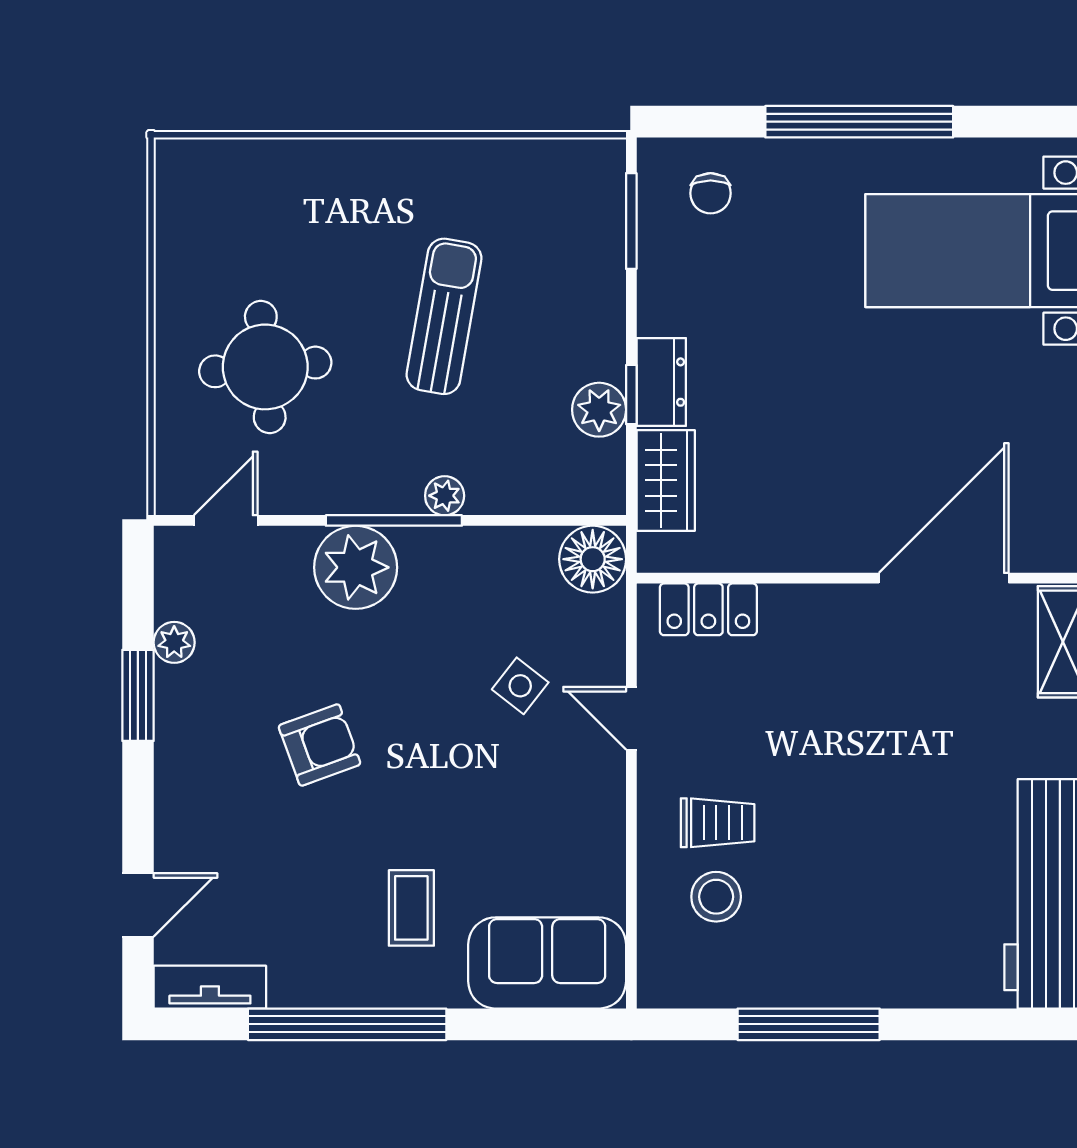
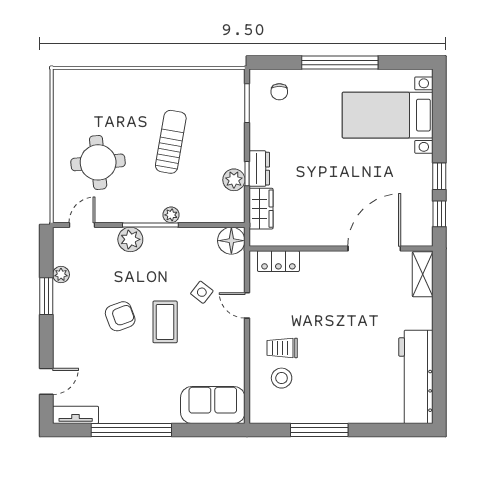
plant: (356, 567) -> (130, 239), width x0.73, depth x0.73
trolley: (718, 823) -> (282, 348), turned 180
coffee table: (411, 908) -> (165, 322), moved, width x1.36, depth x1.30

